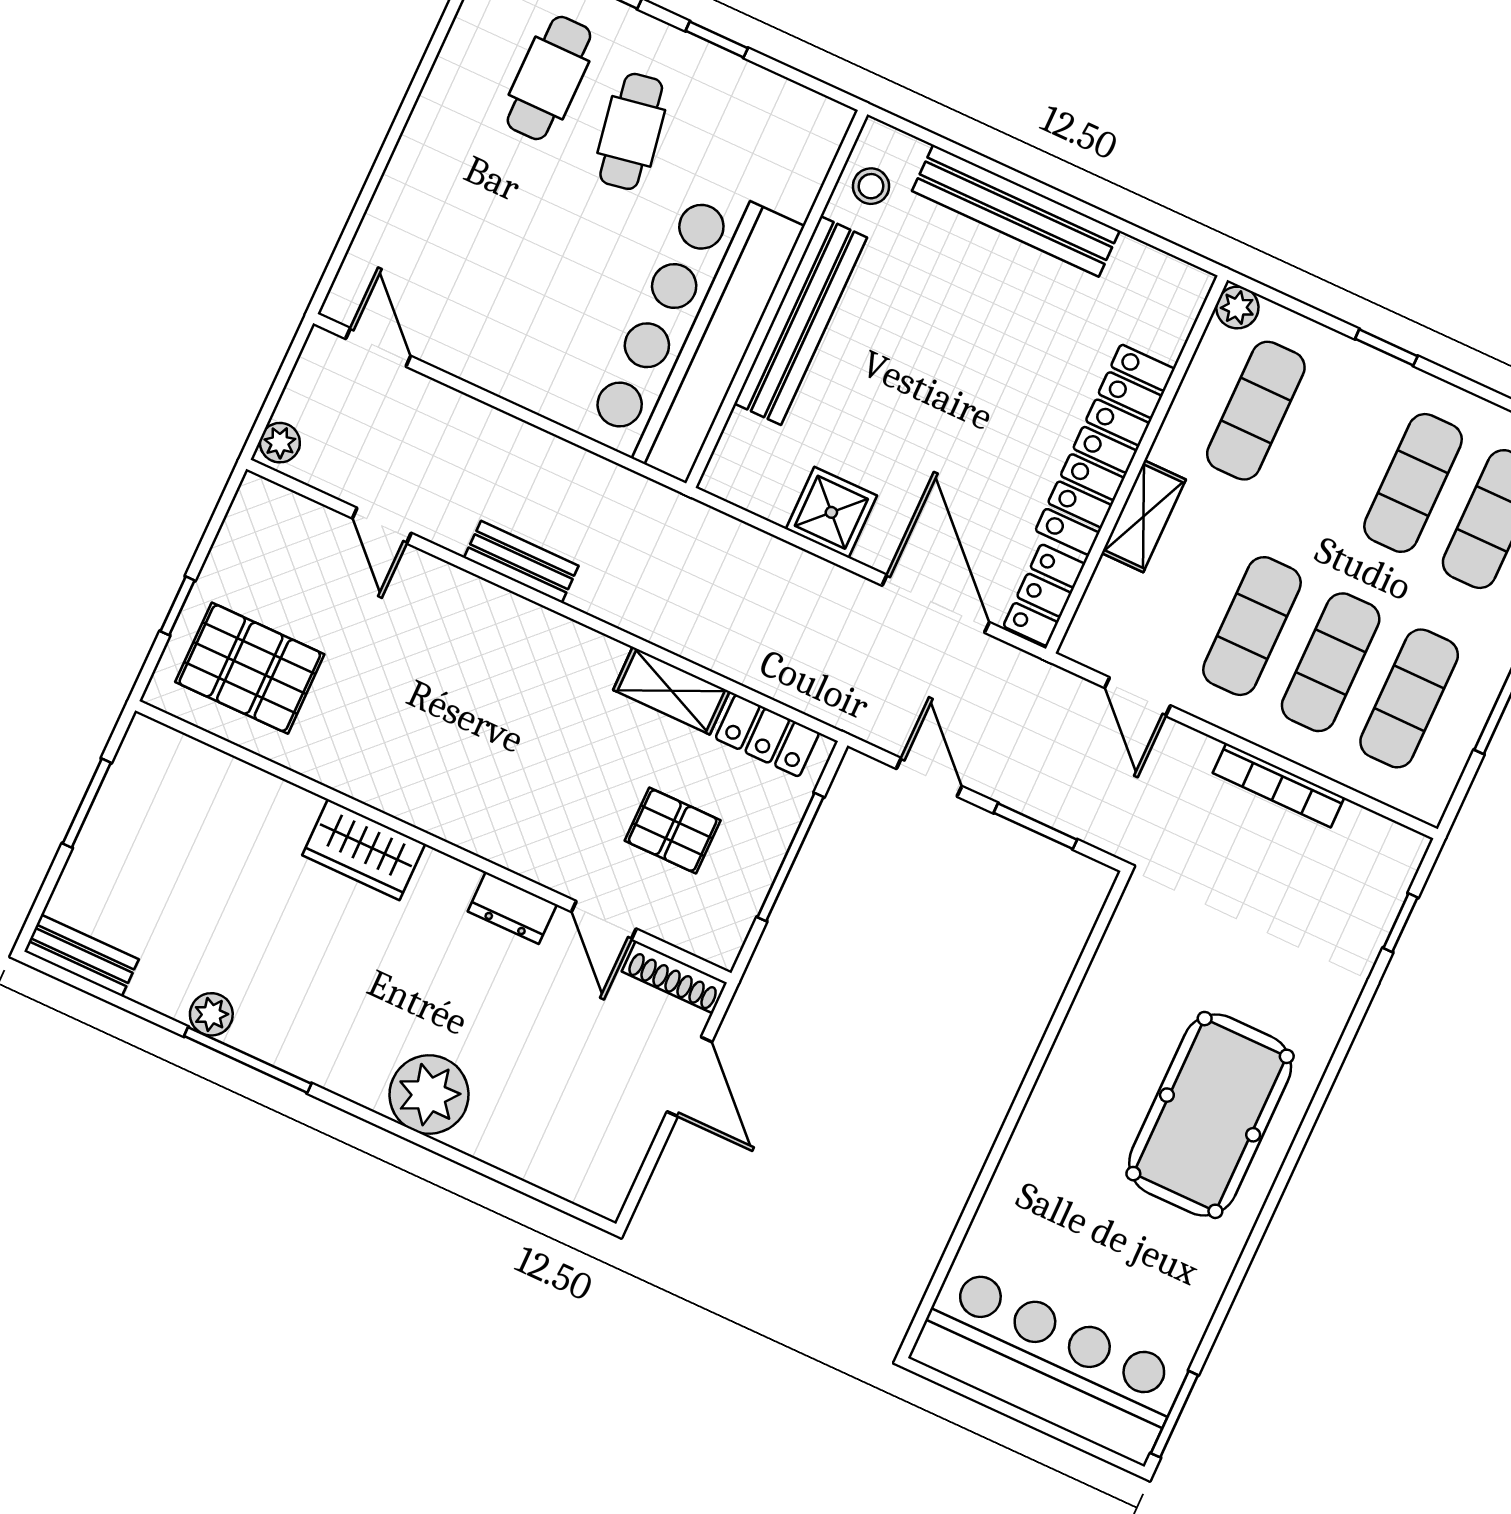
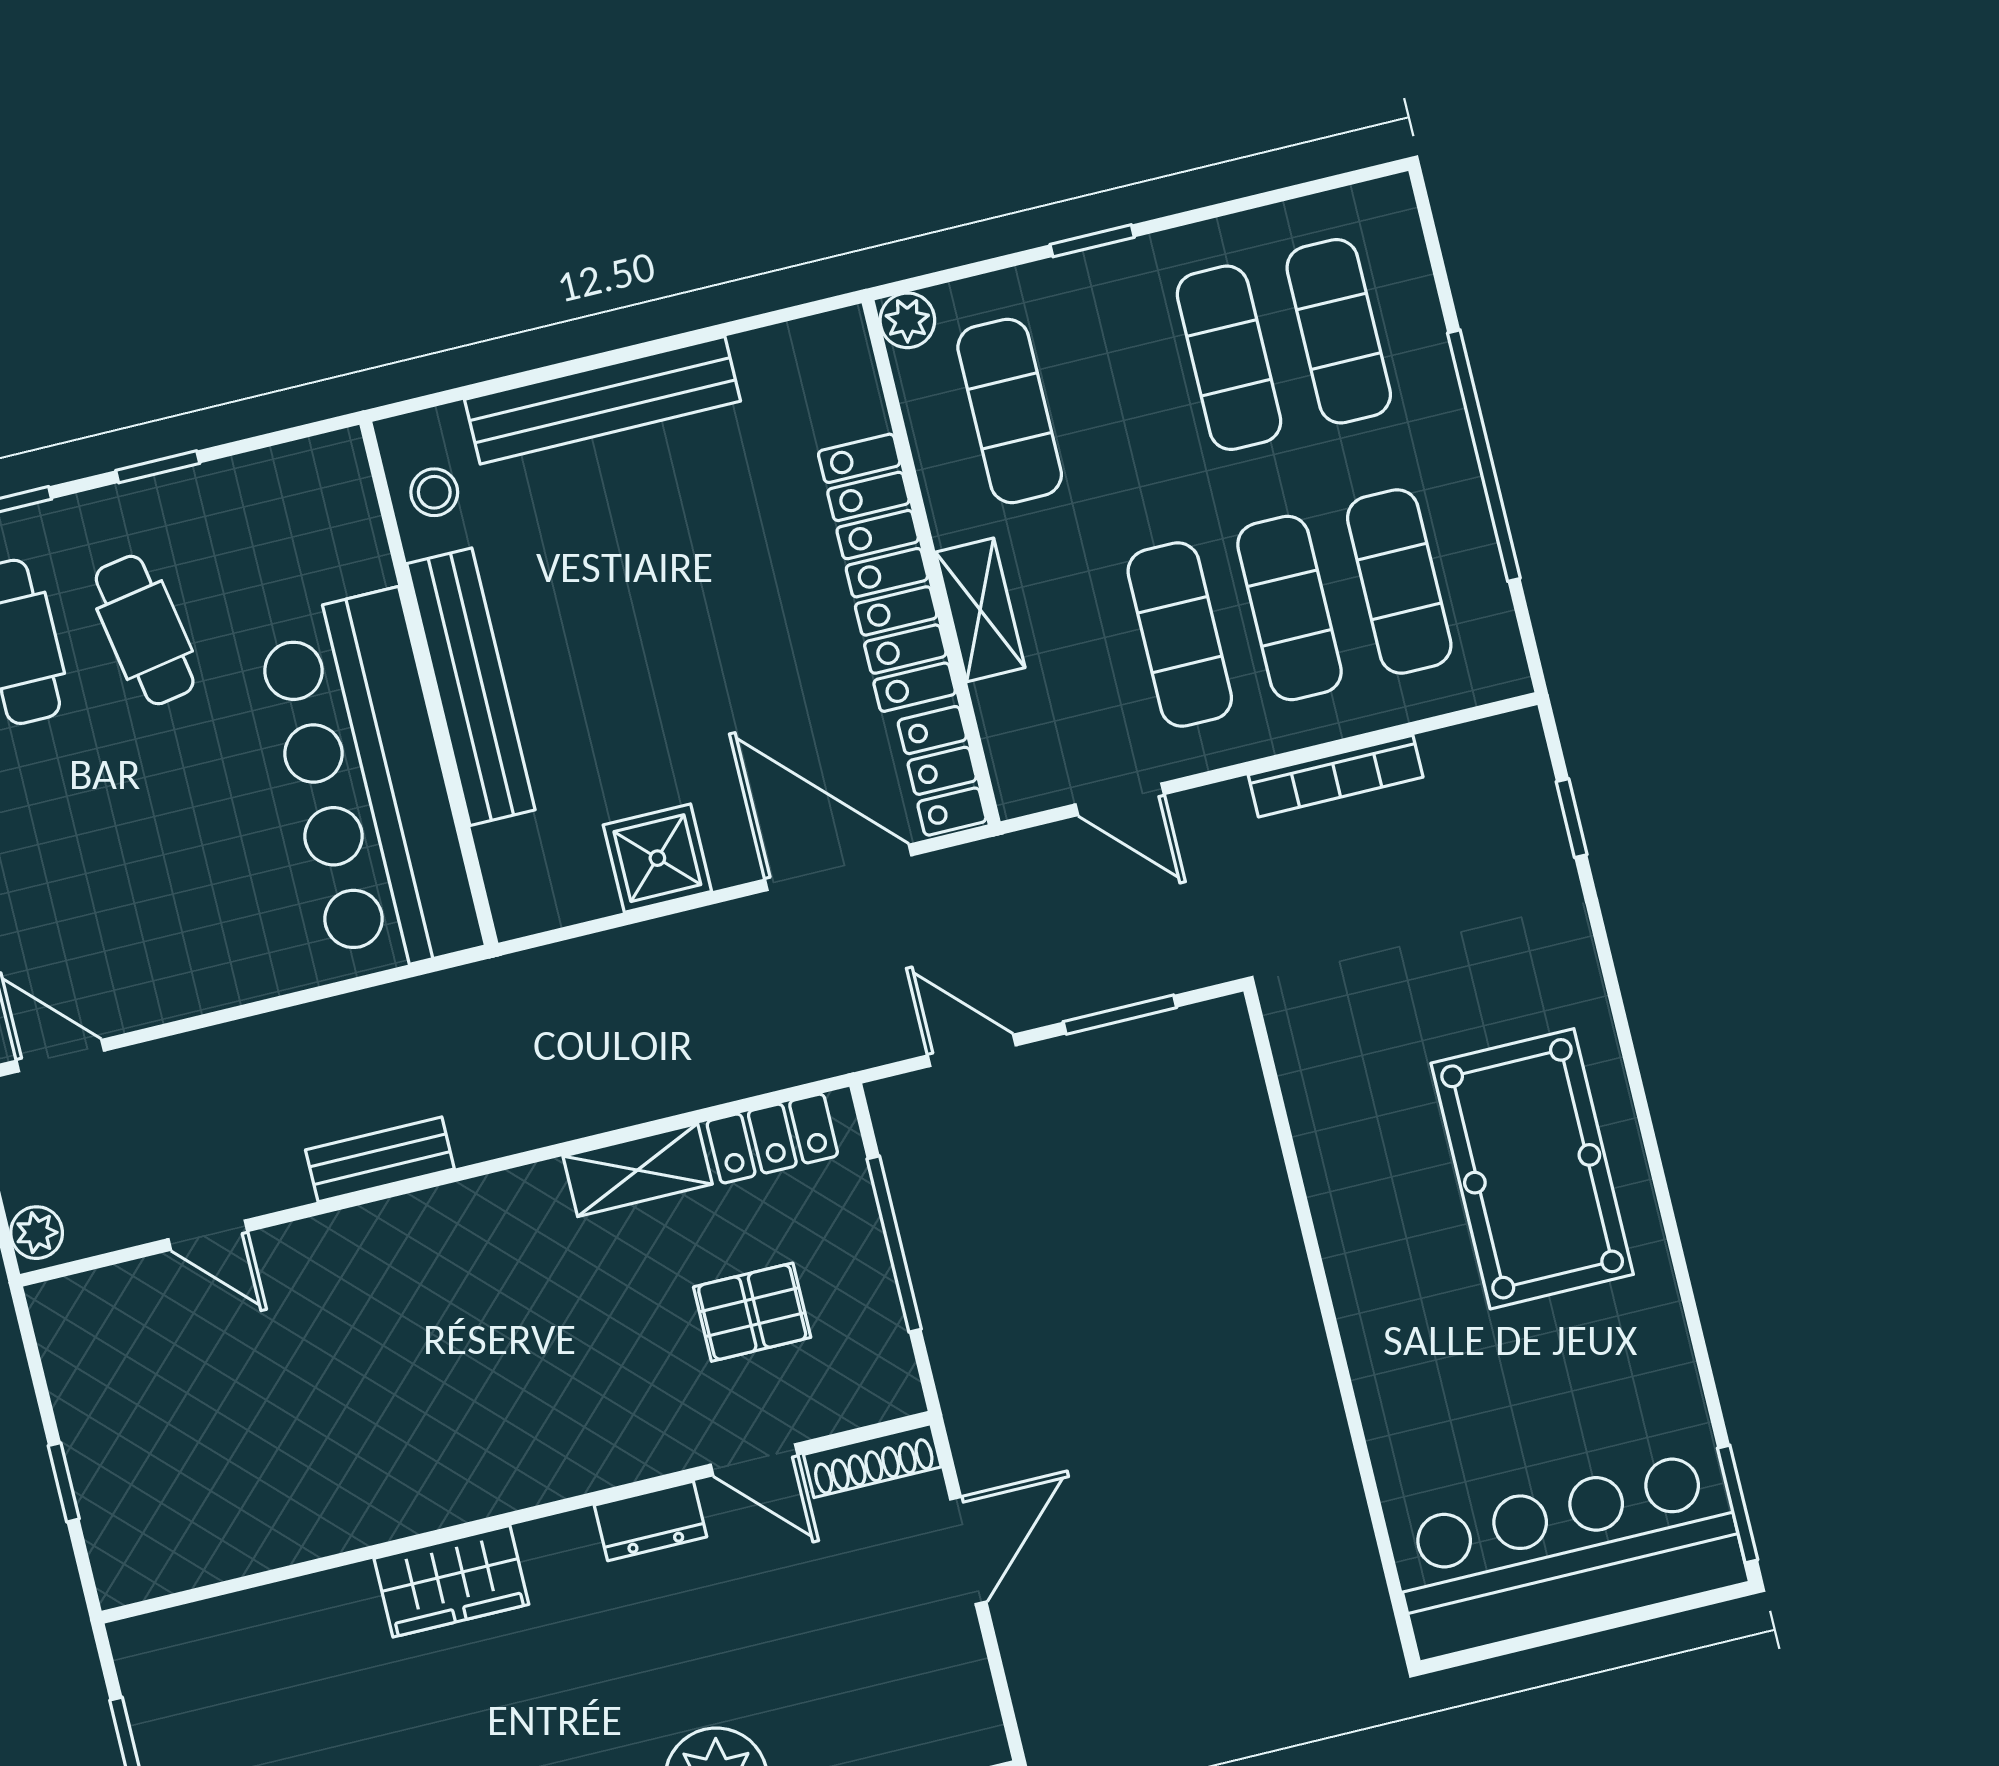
pallet: (250, 668) -> (188, 1488), removed
door: (689, 1077) -> (968, 1551), hinge flipped

